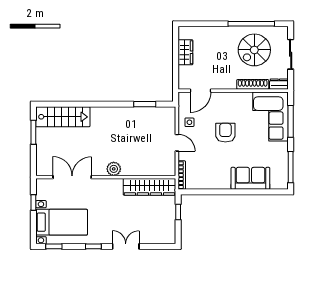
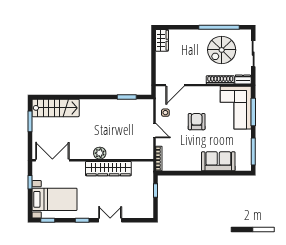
wardrobe: (185, 52) -> (162, 40), moved
double door: (72, 177) -> (52, 160), moved
wardrobe: (149, 187) -> (108, 169), moved

